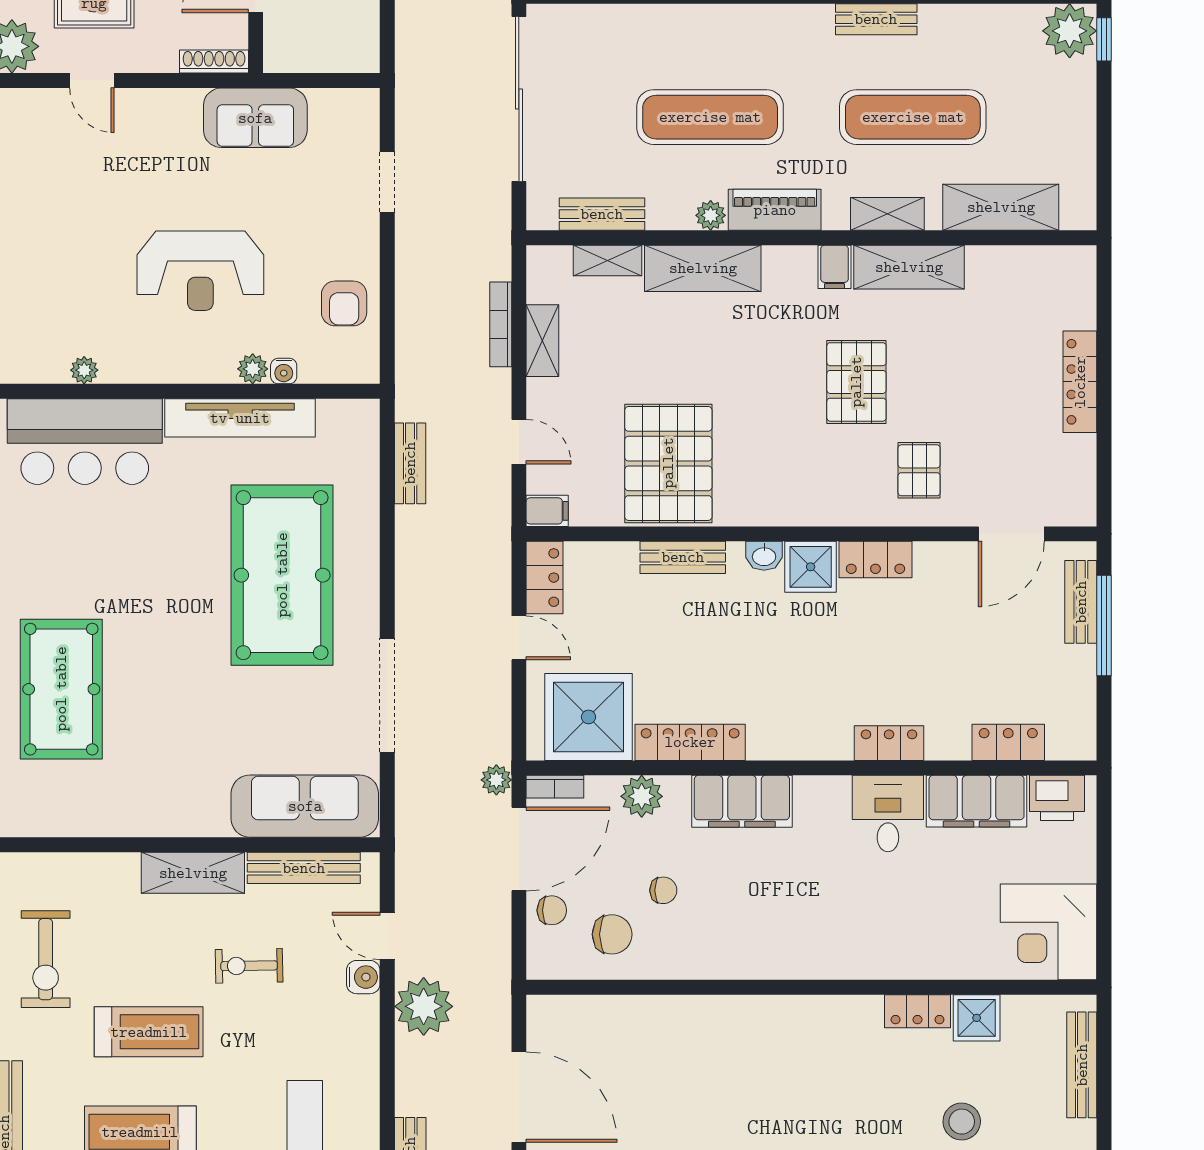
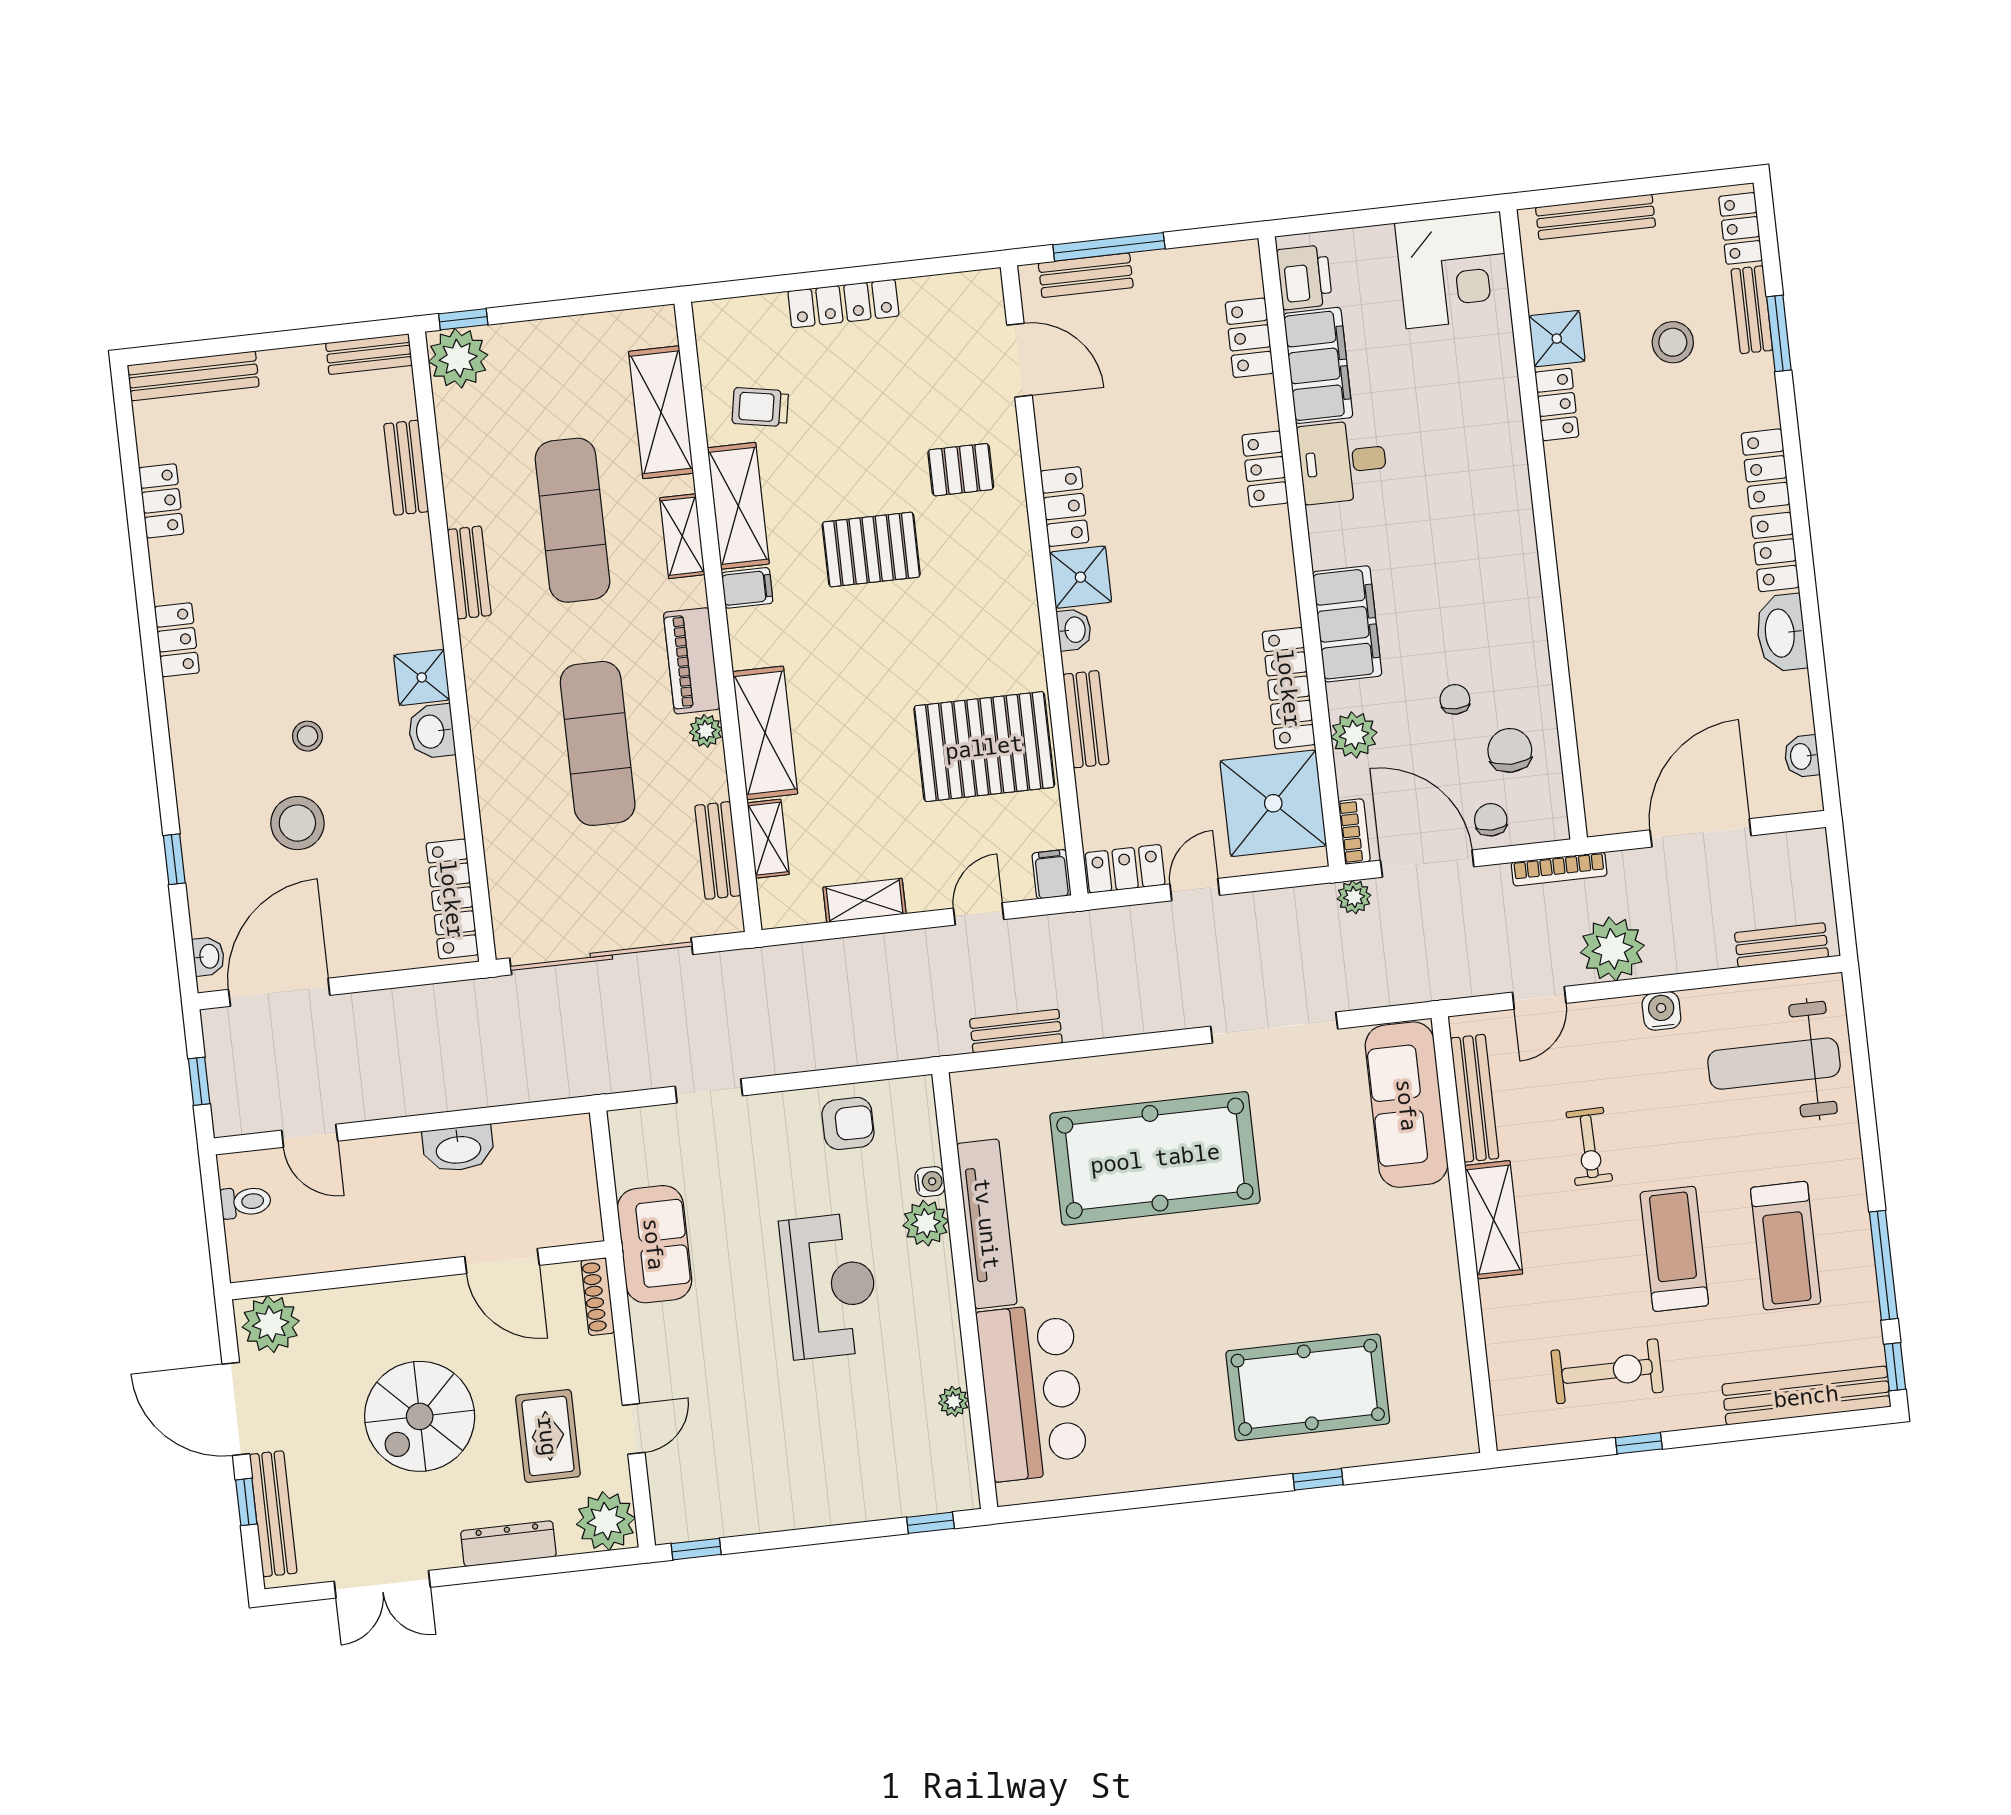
trolley: (995, 297) -> (760, 407), added
bookcase: (501, 324) -> (1559, 869), moved
plant: (253, 369) -> (926, 1223), width x1.38, depth x1.38
water cooler: (363, 977) -> (1661, 1011), moved

